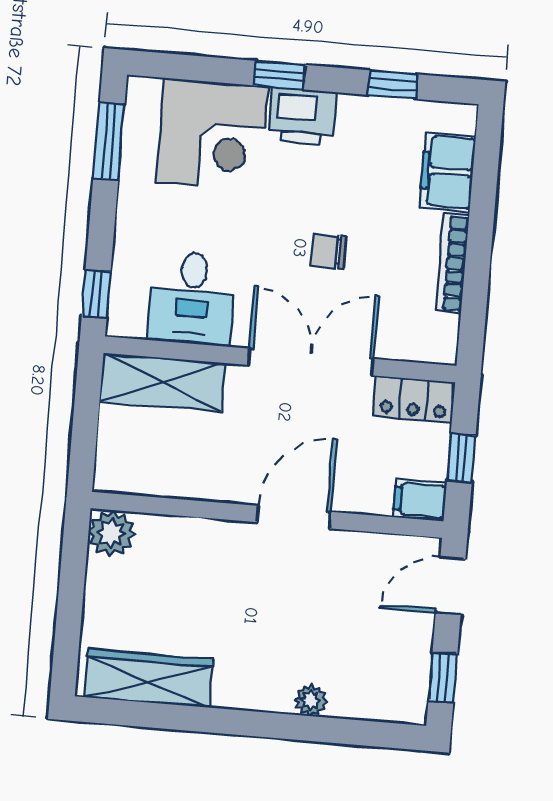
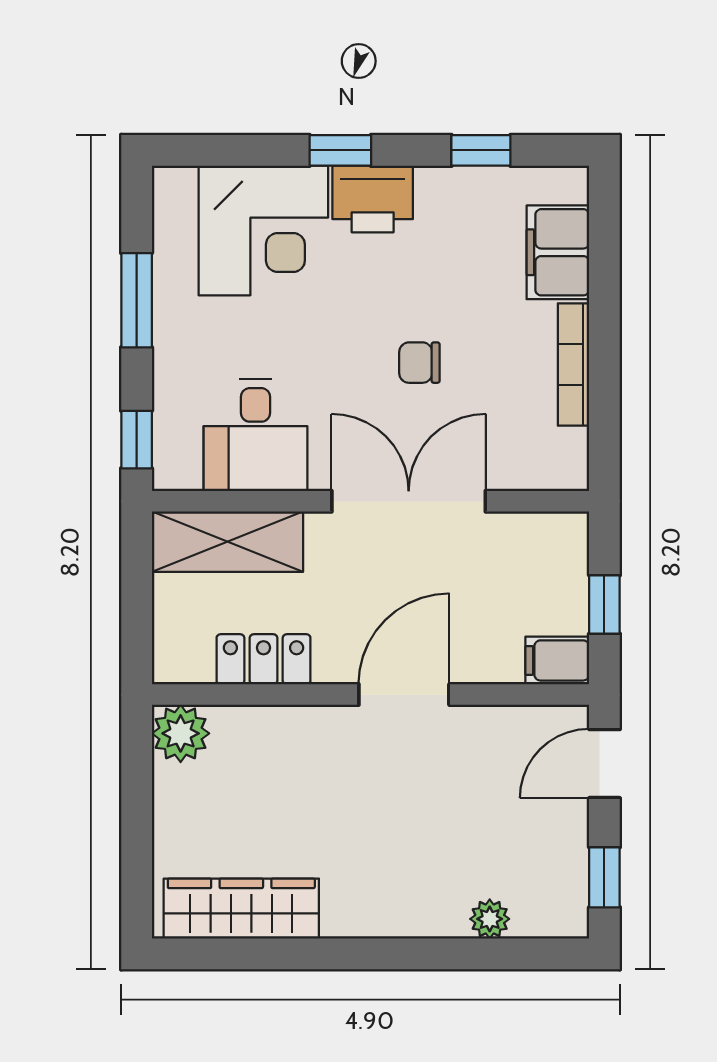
window: (109, 141) -> (137, 300), moved
locker: (414, 399) -> (264, 659), moved, turned 180
plant: (311, 700) -> (490, 919), moved

